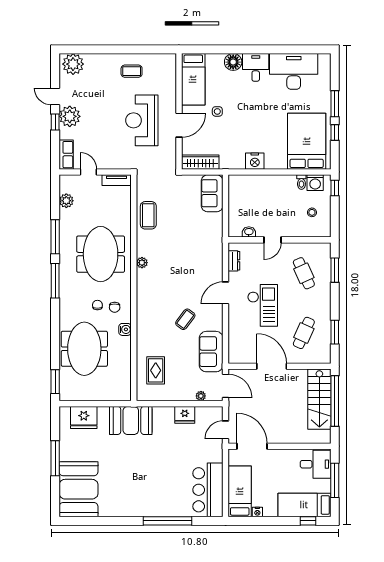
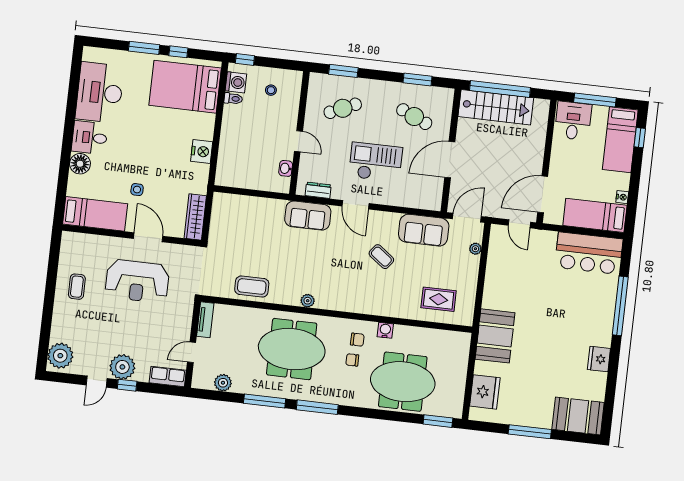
sofa: (212, 193) -> (308, 216), moved
fridge: (185, 415) -> (599, 359), moved, turned 180
booth: (79, 489) -> (578, 416), width x0.73, depth x0.70

